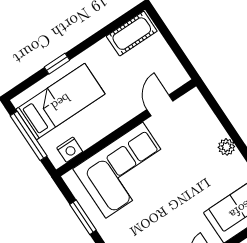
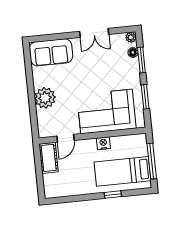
cot: (132, 34) -> (49, 158), moved, turned 90
plant: (226, 147) -> (45, 98), width x1.88, depth x1.88
nightstand: (70, 150) -> (103, 143), moved

